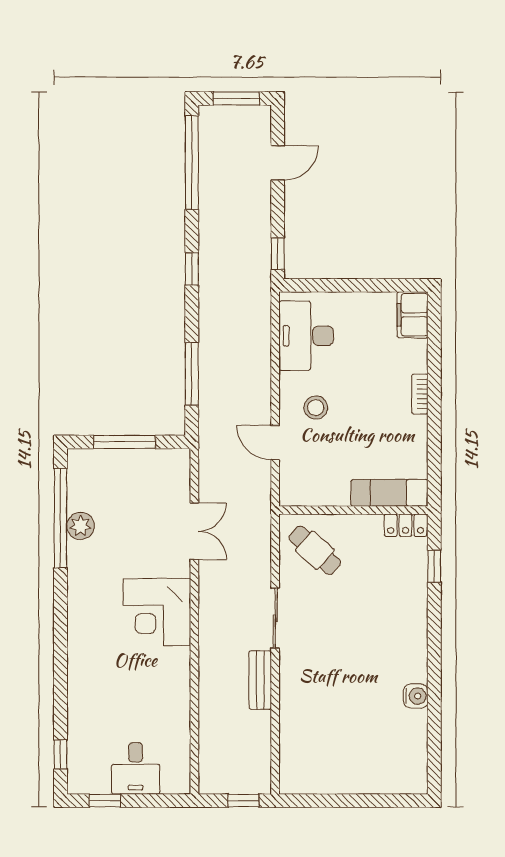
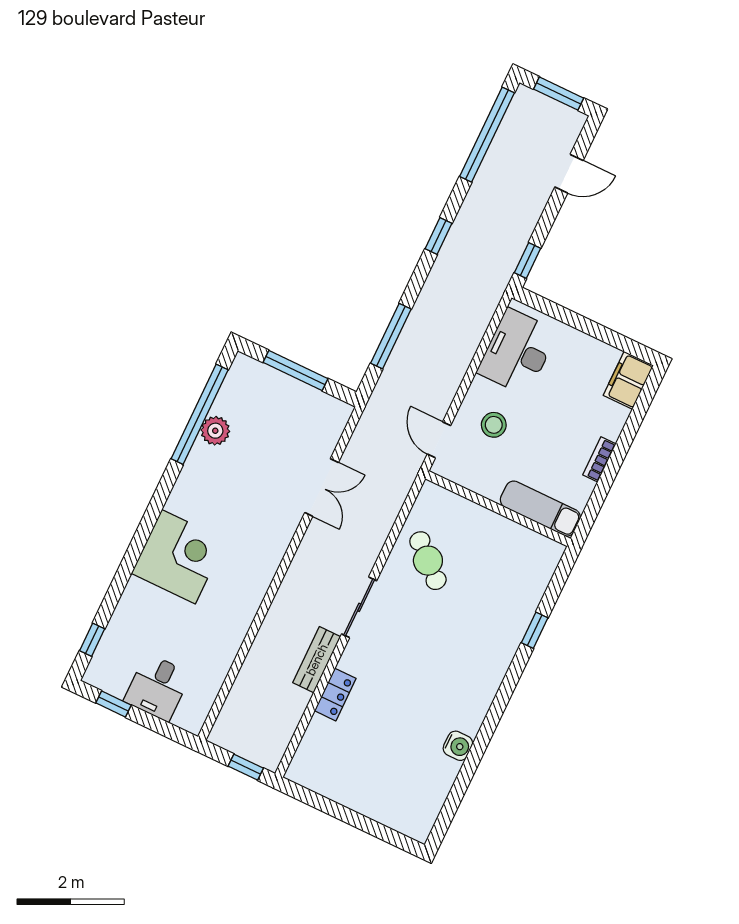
exam couch: (390, 493) -> (540, 509), moved
wall: (353, 510) -> (498, 509), moved
locker: (406, 525) -> (335, 695), moved, turned -90
corner desk: (157, 612) -> (179, 557), moved, turned 180

